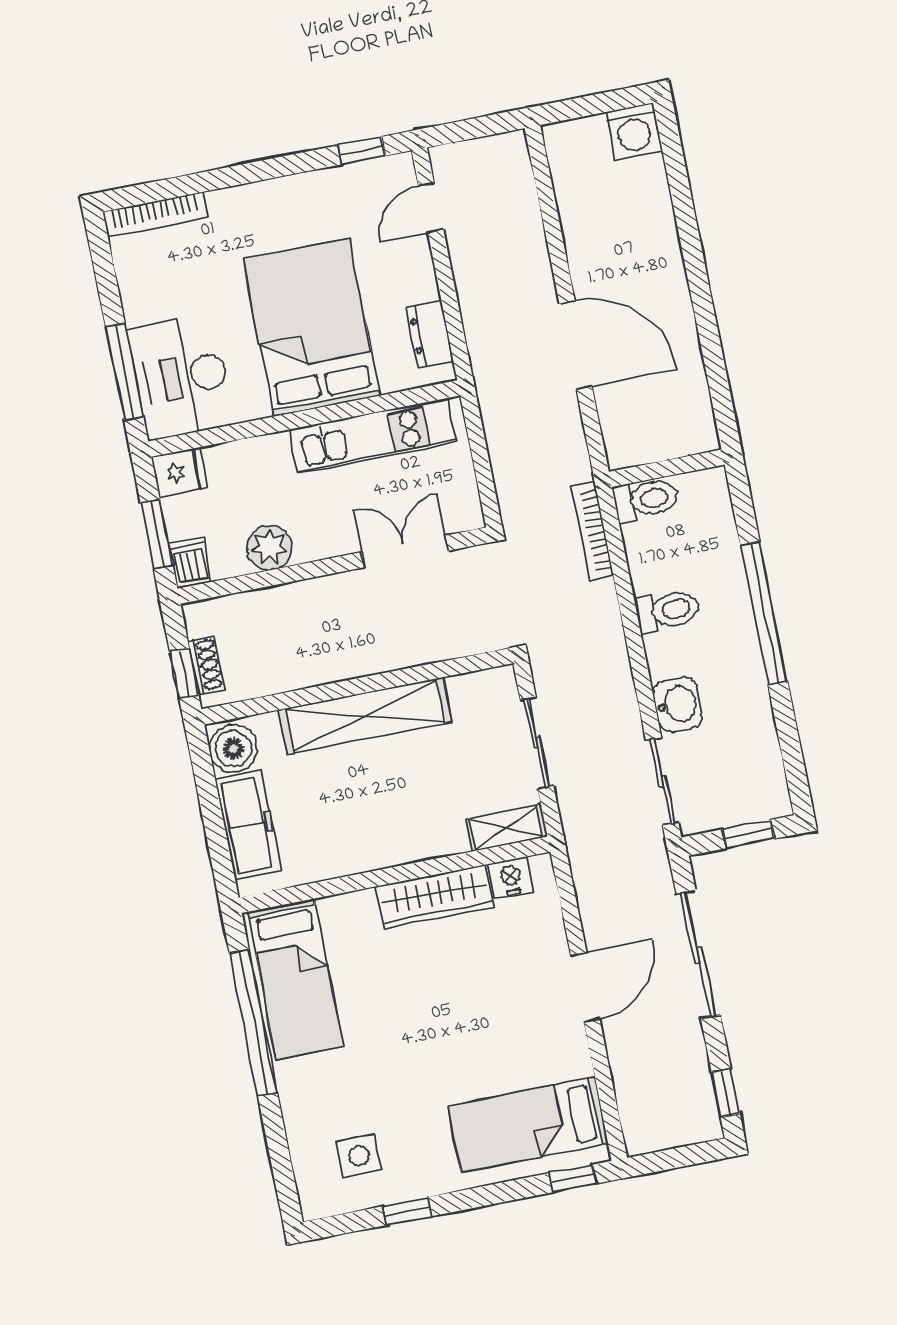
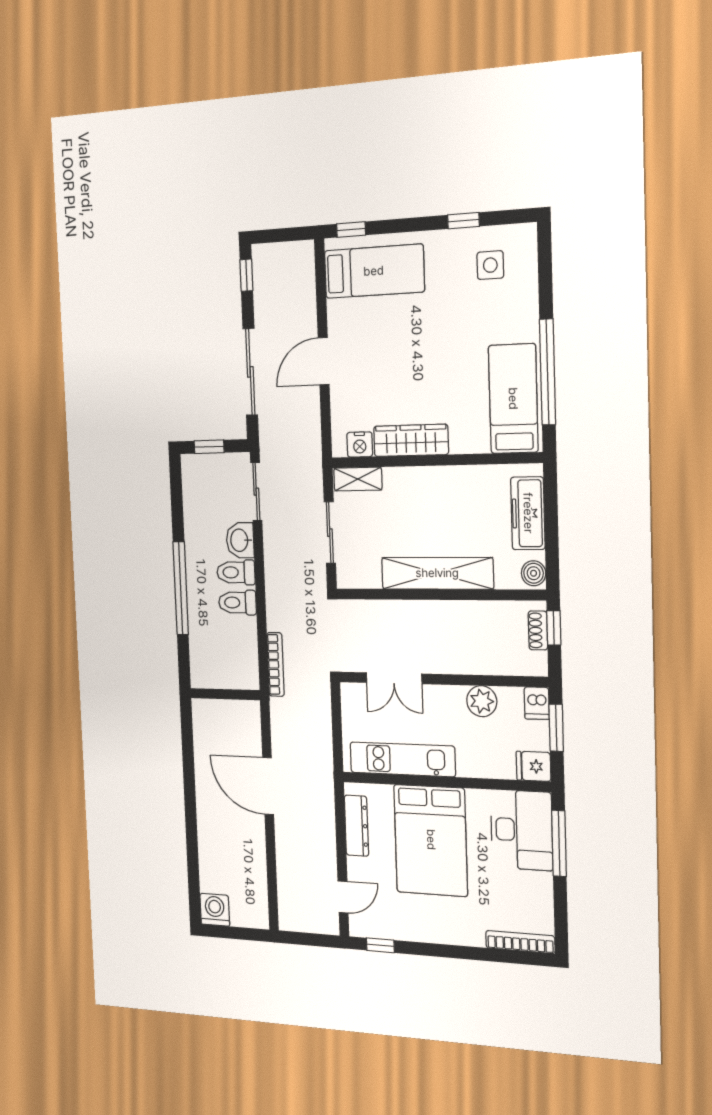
dresser: (430, 334) -> (356, 826), width x1.44
toilet: (646, 499) -> (236, 572), moved
boiler: (233, 749) -> (534, 573), width x0.73, depth x0.73

